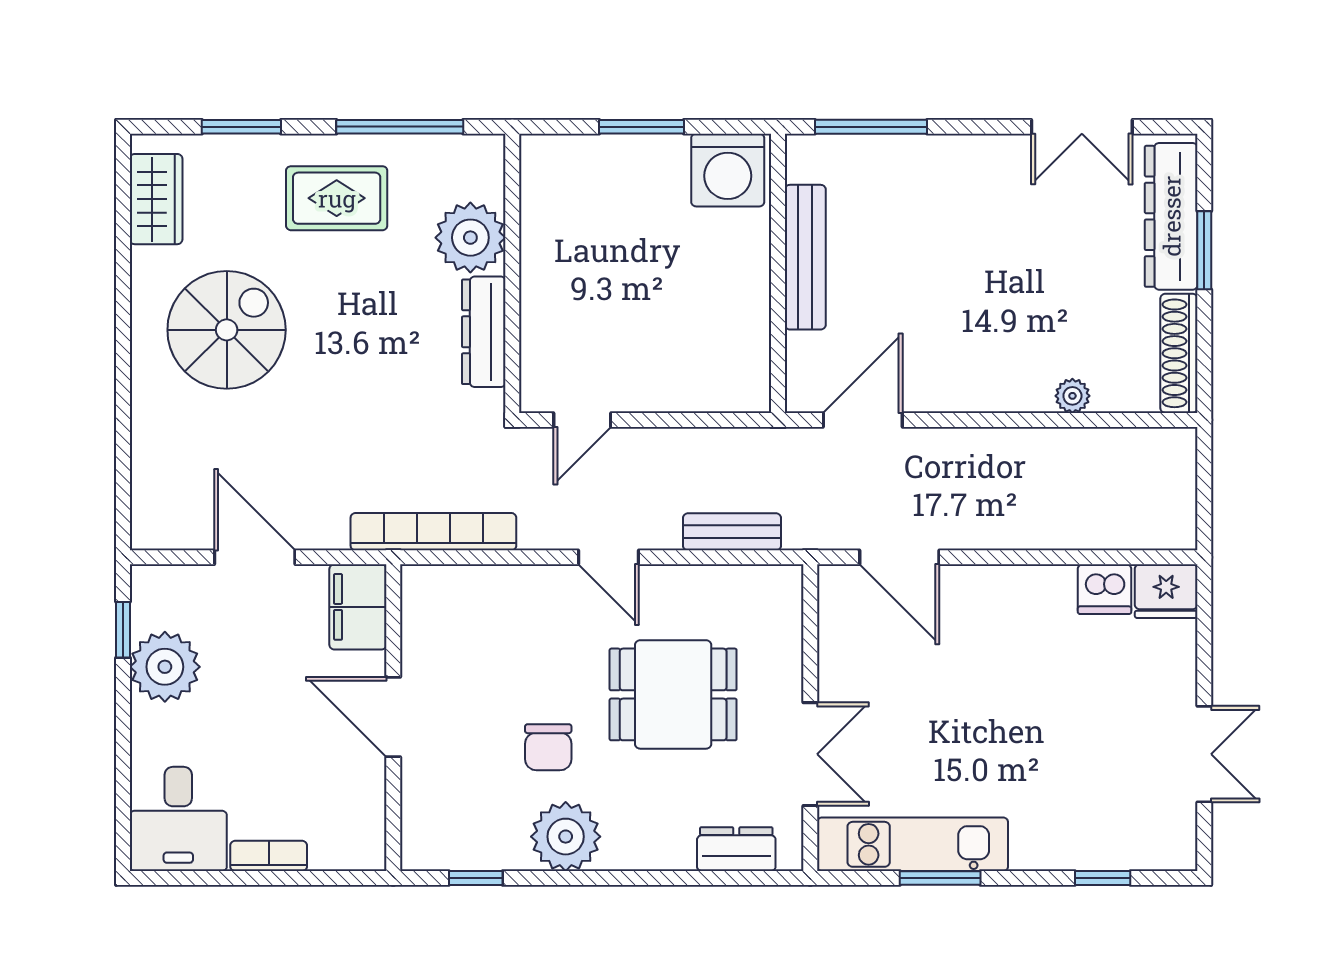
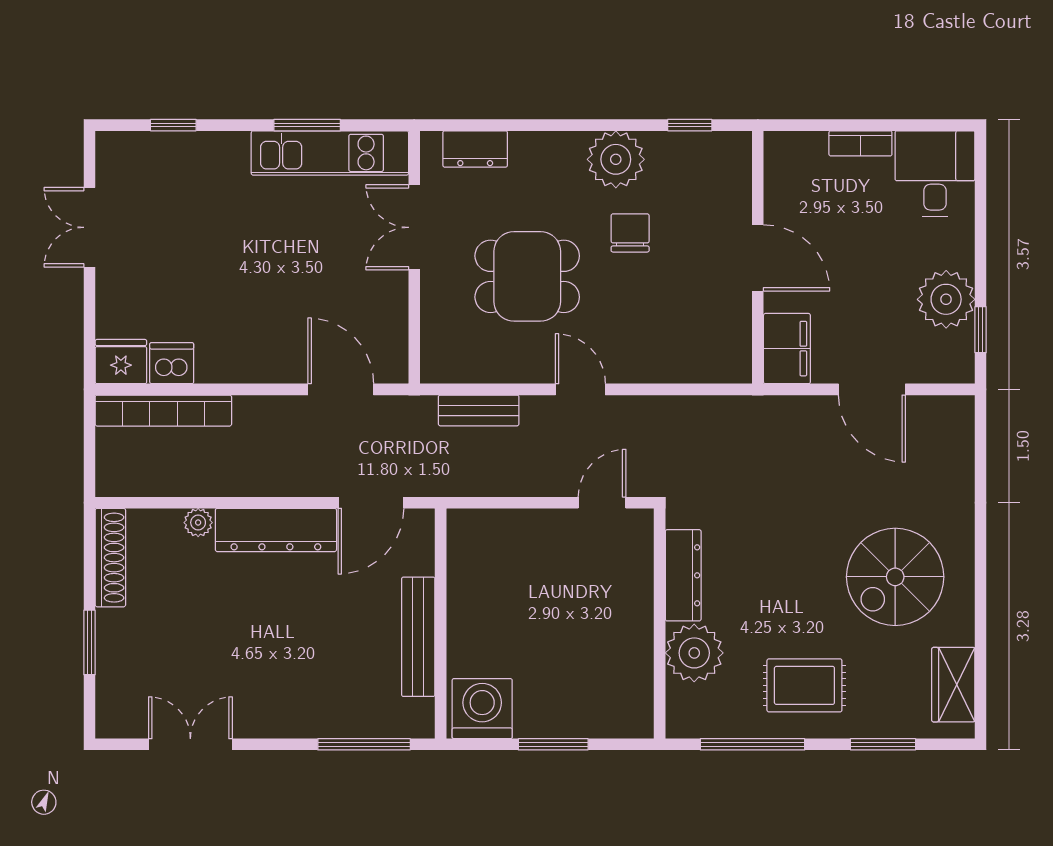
dresser: (1171, 216) -> (276, 530), moved, turned 90
bookcase: (433, 532) -> (163, 411), moved

